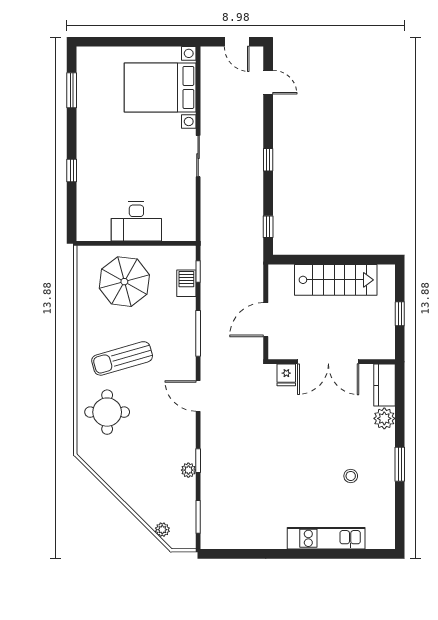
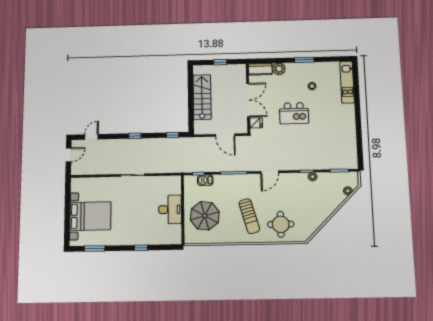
bed with nightstands: (160, 87) -> (90, 216), moved, turned -90
kitchen island: (302, 442) -> (294, 113), added
kitchen unit: (326, 538) -> (347, 82), moved

